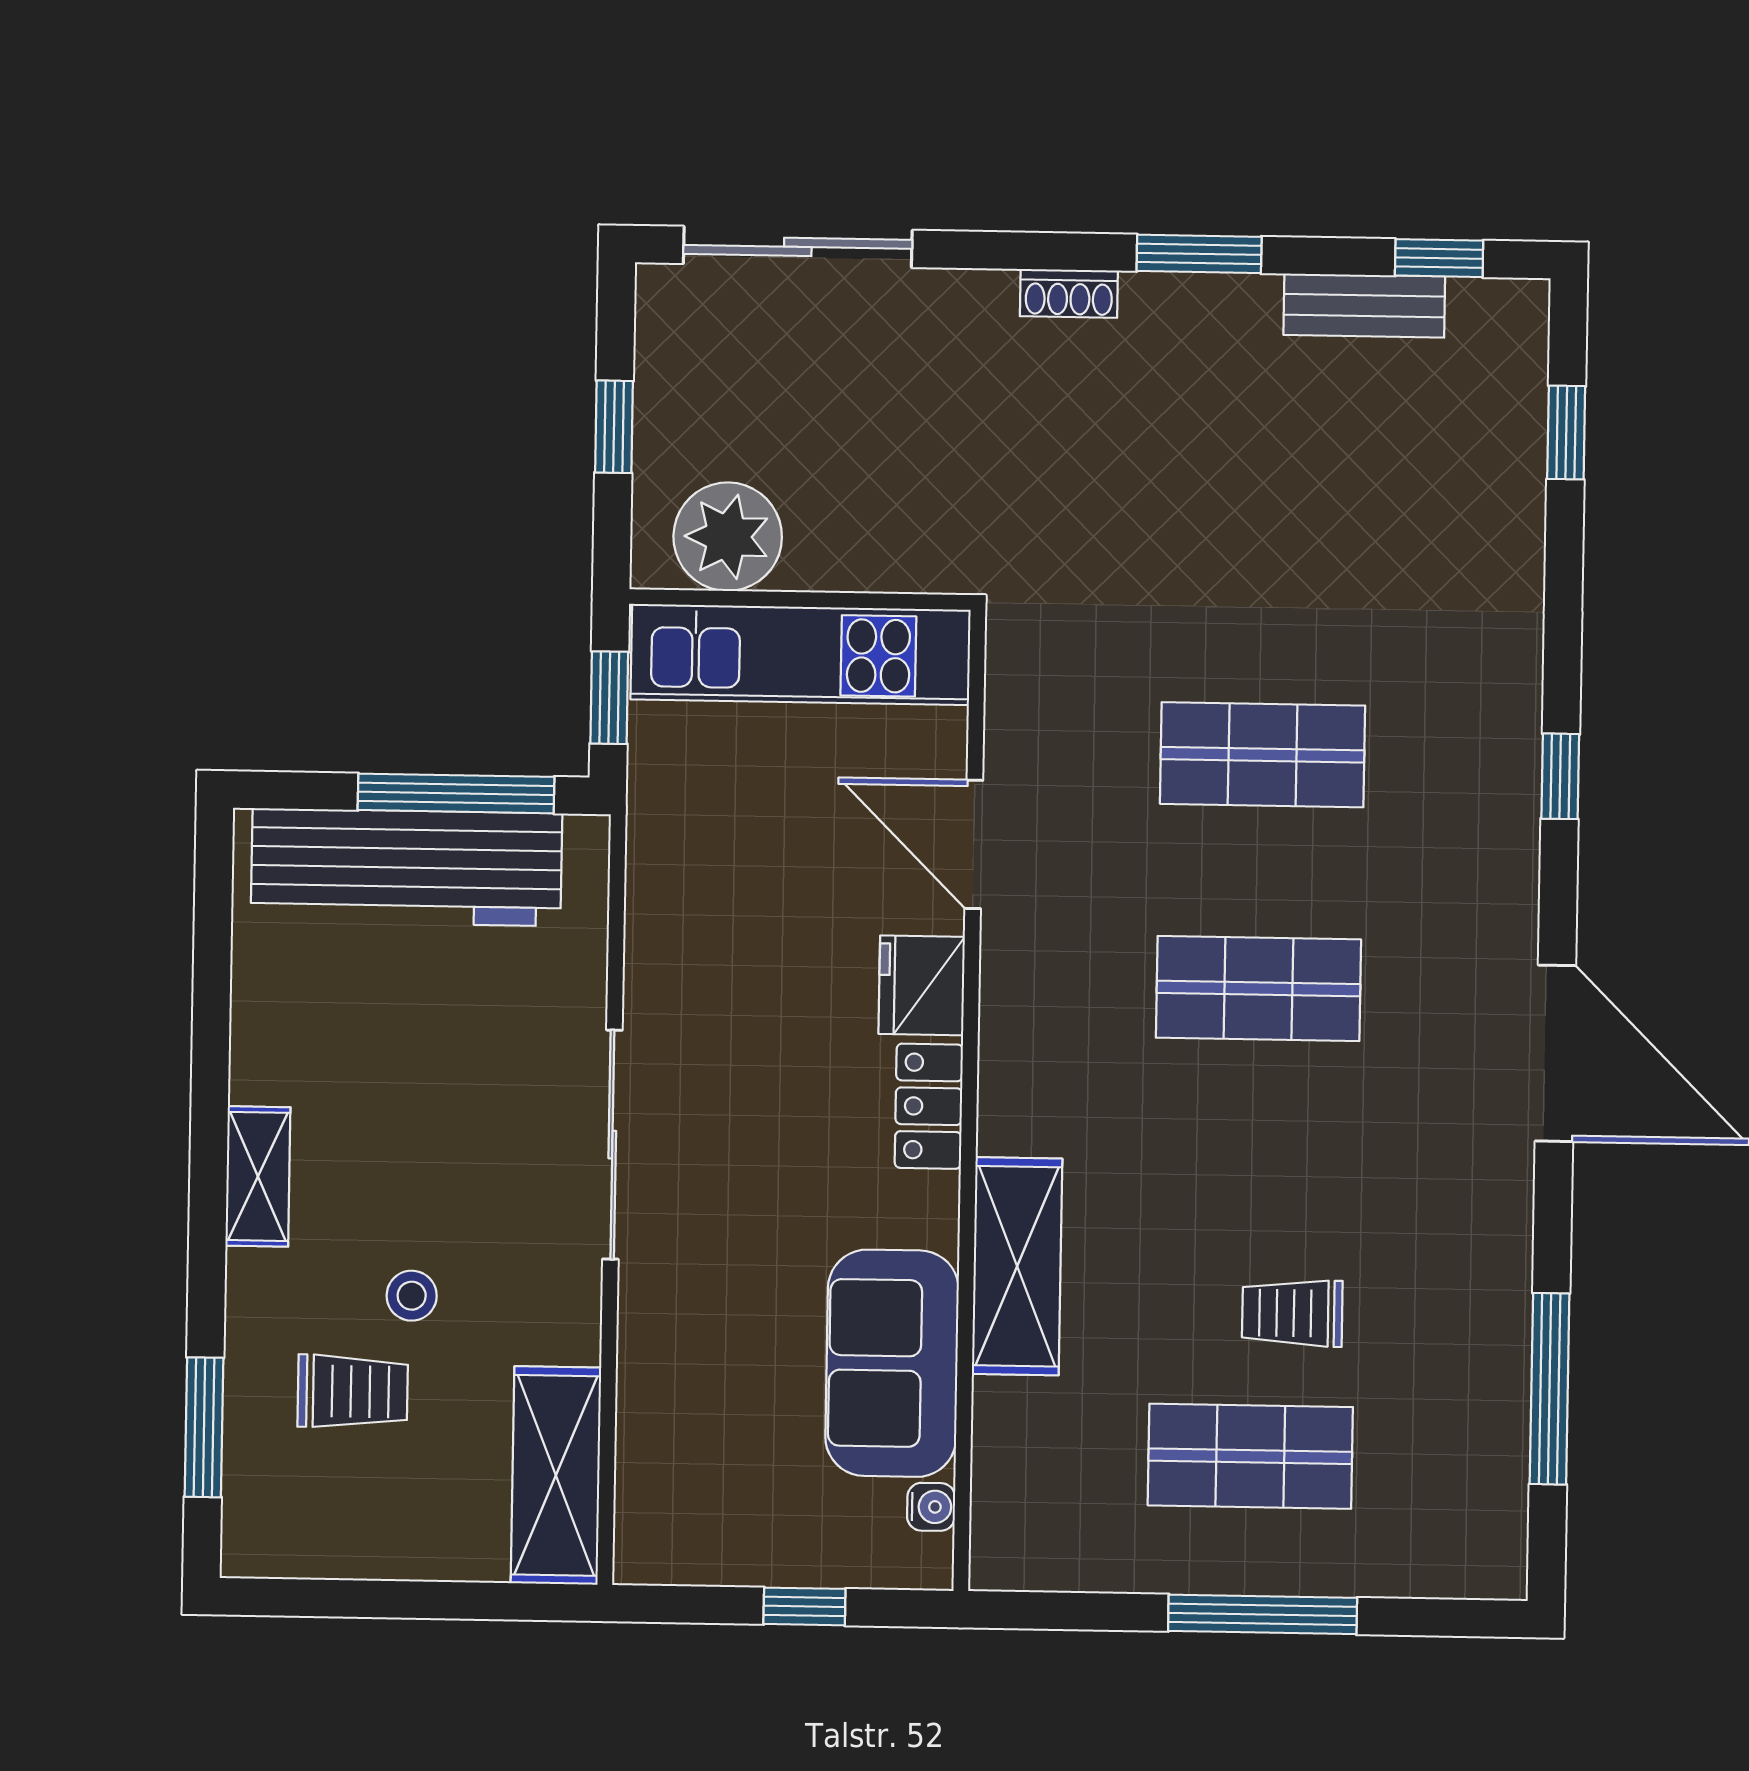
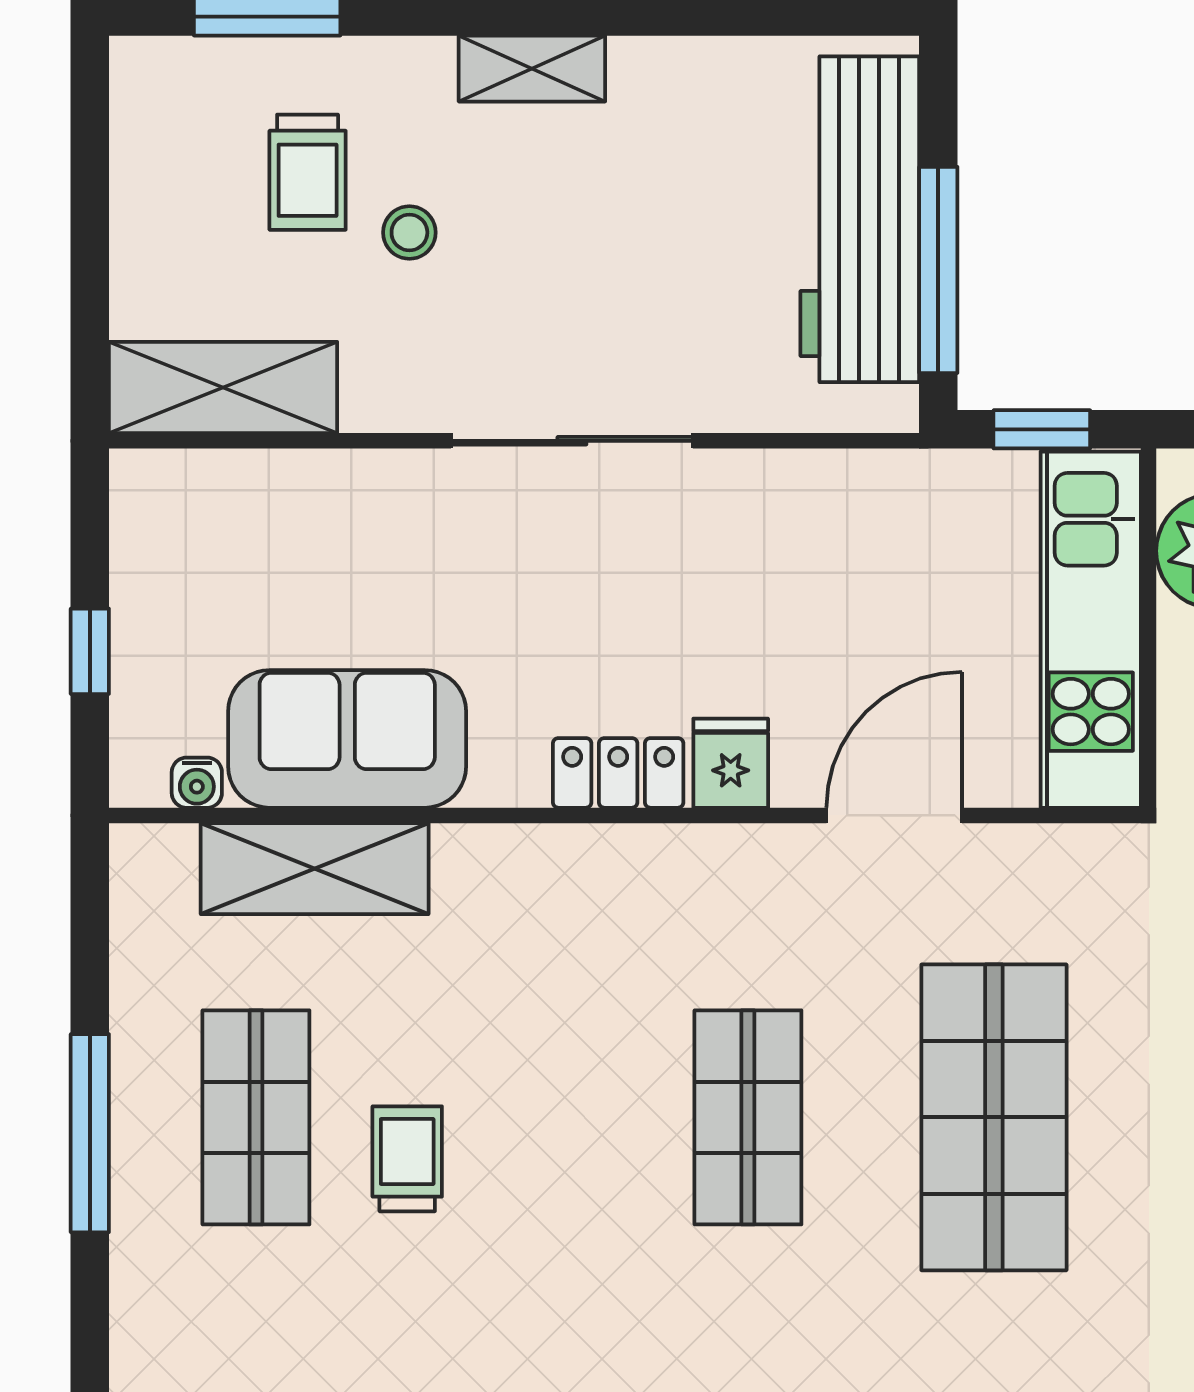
shop shelf: (1263, 755) -> (994, 1117), width x1.43, depth x1.36
fridge: (922, 985) -> (731, 763), width x0.72
shelving: (1017, 1266) -> (315, 869), moved

